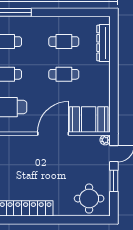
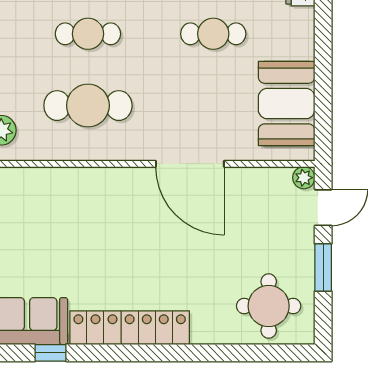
booth: (89, 119) -> (287, 104), moved, turned 90
door: (53, 134) -> (190, 164), swing flipped

